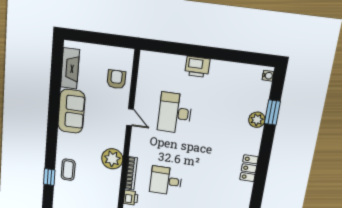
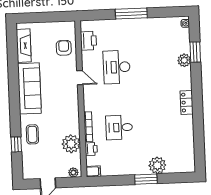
window: (204, 52) -> (131, 14), added
printer: (197, 67) -> (88, 41), moved, turned -90
sofa: (71, 111) -> (29, 88), width x1.36
plant: (112, 159) -> (71, 144), moved

